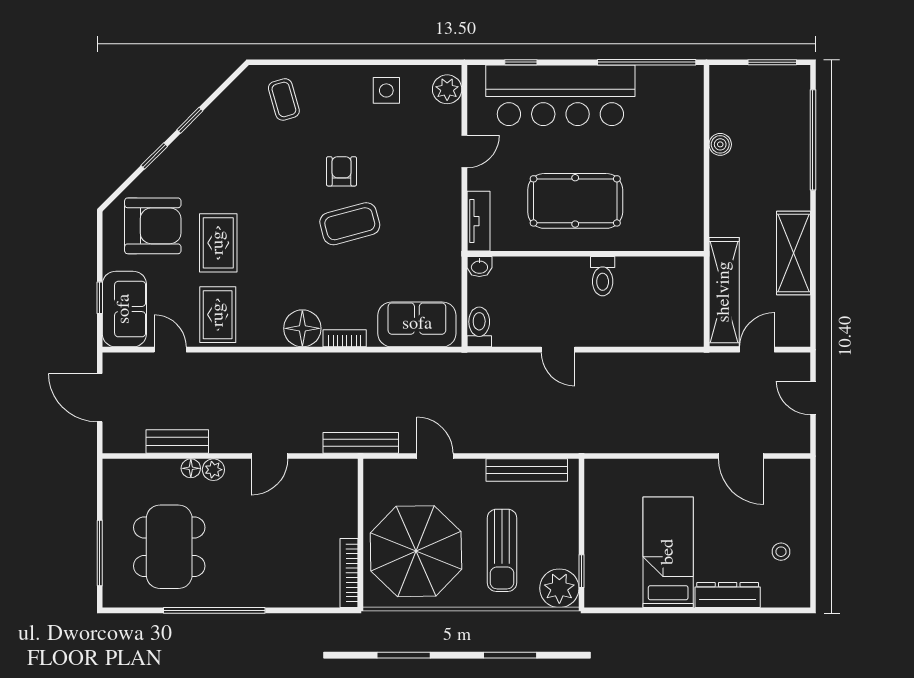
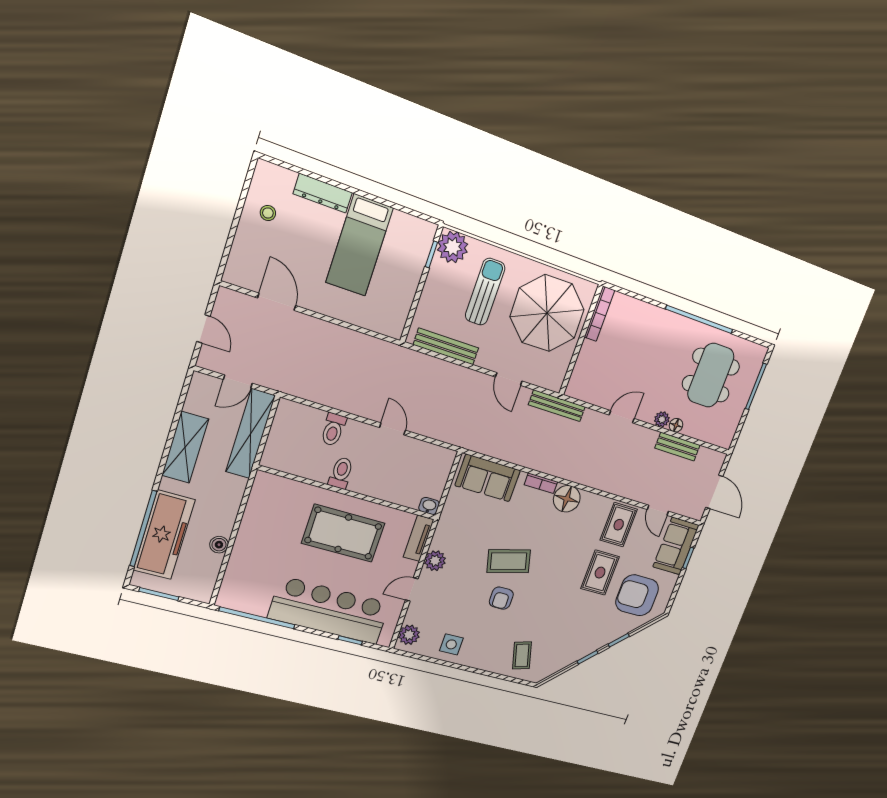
freezer: (787, 139) -> (164, 535), added
plant: (447, 198) -> (435, 561), added
toilet: (479, 327) -> (333, 429), moved

